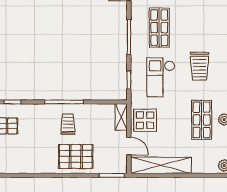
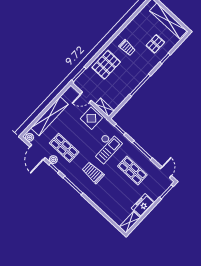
checkout: (161, 77) -> (106, 147), turned 90
trolley: (68, 124) -> (127, 48), moved
shelving: (161, 165) -> (49, 116), moved

